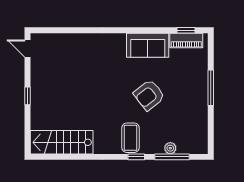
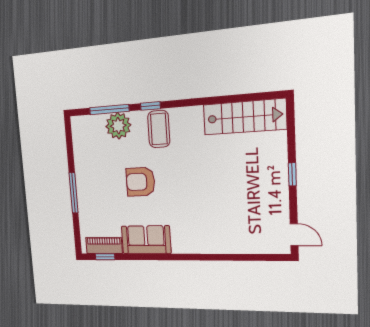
armchair: (149, 95) -> (140, 182), turned -142
plant: (170, 148) -> (118, 126), width x1.87, depth x1.87

